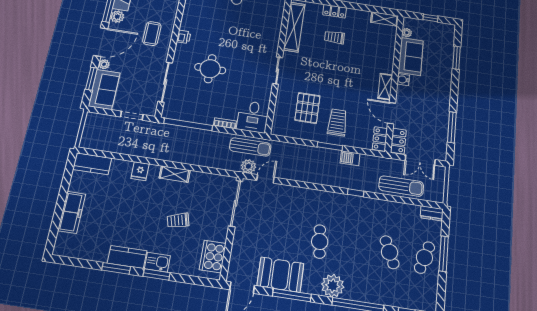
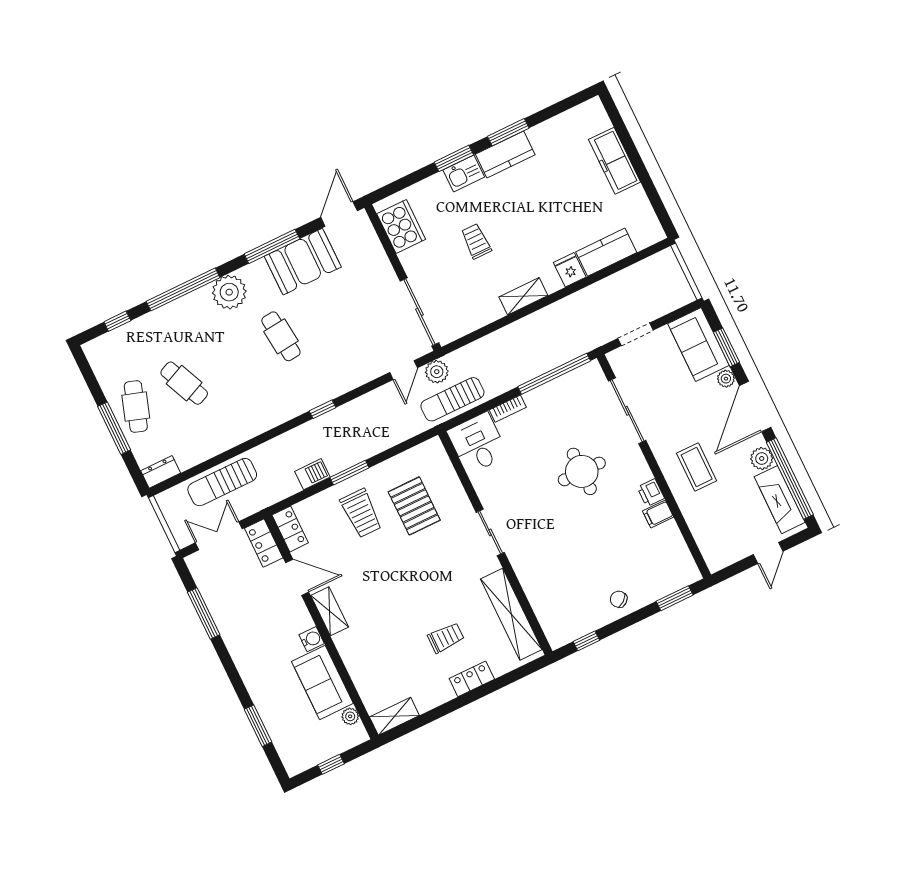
filing cabinet: (188, 25) -> (658, 514), added
kitchen counter: (92, 164) -> (606, 252), moved
window: (356, 193) -> (323, 409), moved
trolley: (178, 220) -> (476, 241), turned -75

